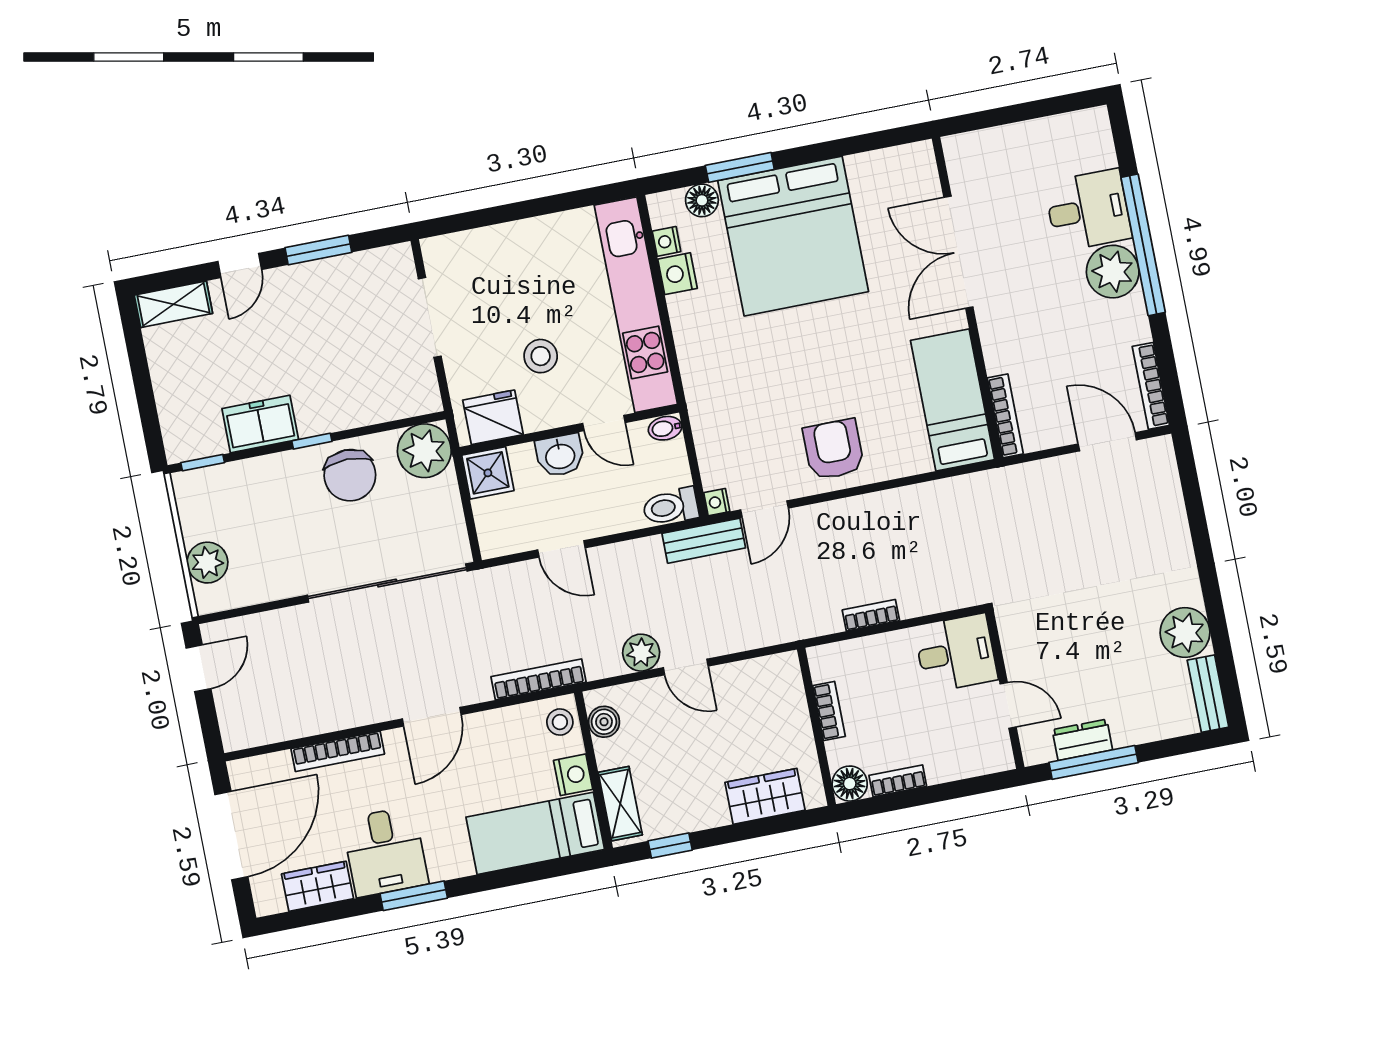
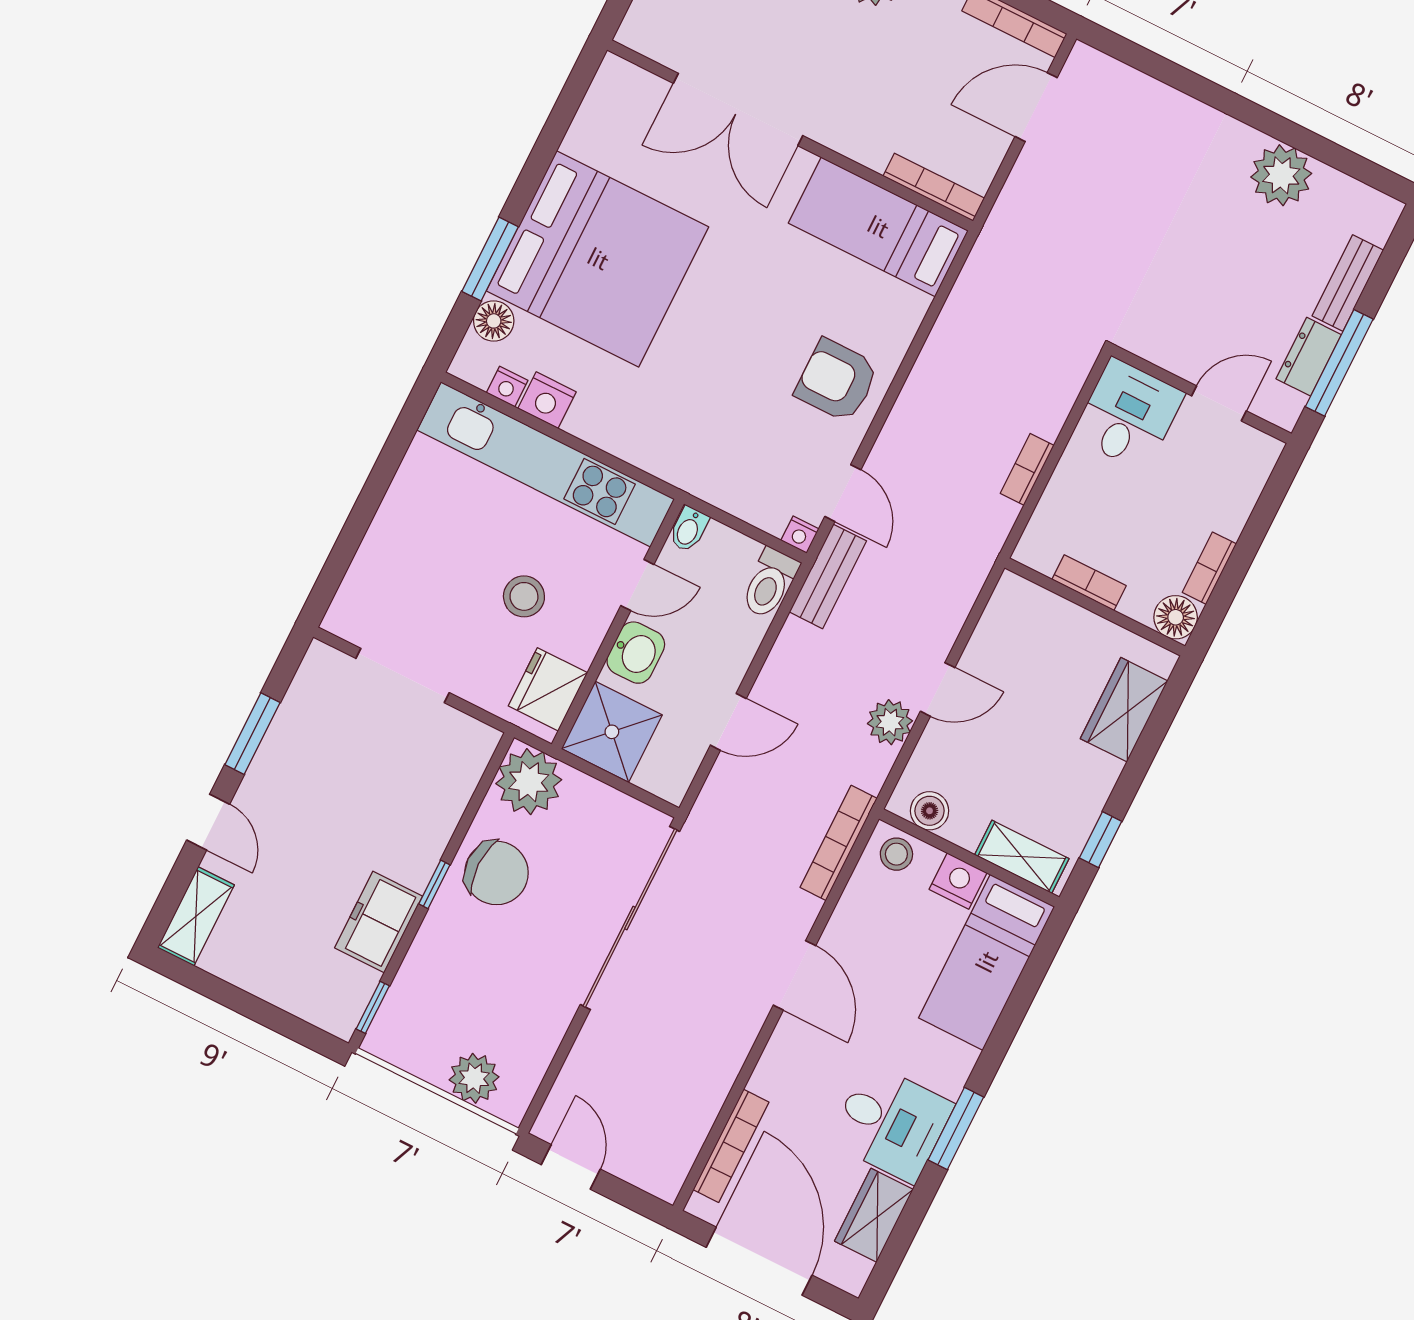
shower: (488, 473) -> (612, 732), width x1.36, depth x1.36
bench: (1208, 694) -> (1348, 283), moved, turned 90
bookcase: (338, 751) -> (731, 1146), moved

